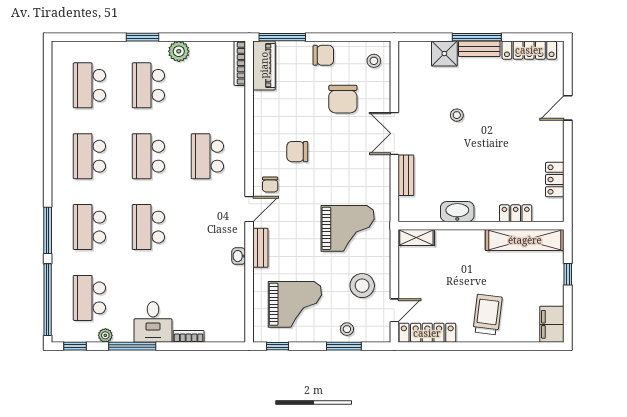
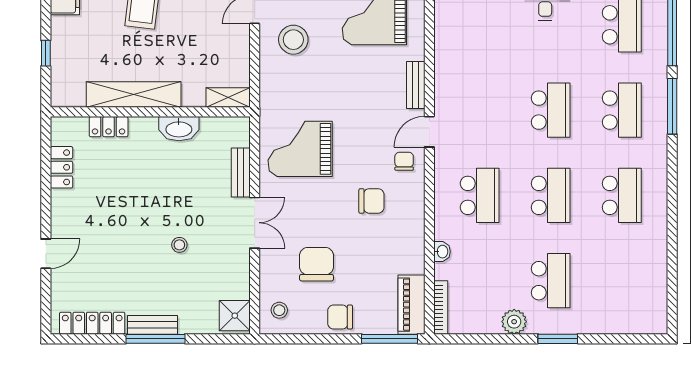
shower: (444, 54) -> (235, 316), moved
school desk: (89, 85) -> (622, 281), removed
grand piano: (348, 228) -> (300, 149), moved
shelving: (525, 240) -> (134, 94), moved
washbasin: (239, 256) -> (442, 252), moved

